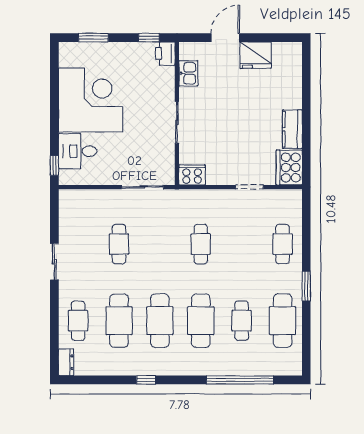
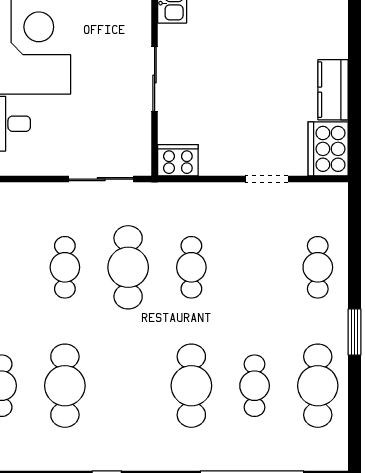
cafe table: (160, 321) -> (128, 267), moved

